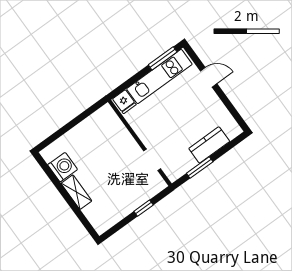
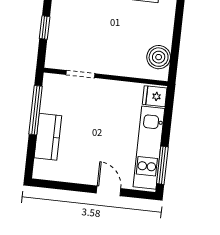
door: (209, 77) -> (109, 191), swing flipped
boiler: (98, 121) -> (159, 57), added
window: (200, 167) -> (36, 110), width x1.44

